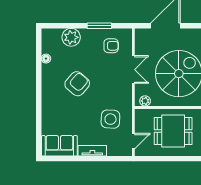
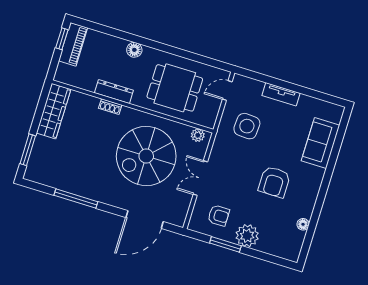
plant: (71, 37) -> (247, 236), moved
armchair: (111, 46) -> (219, 216), turned 180
armchair: (77, 84) -> (274, 182), turned -41
sofa: (59, 146) -> (320, 143), moved, turned 90

